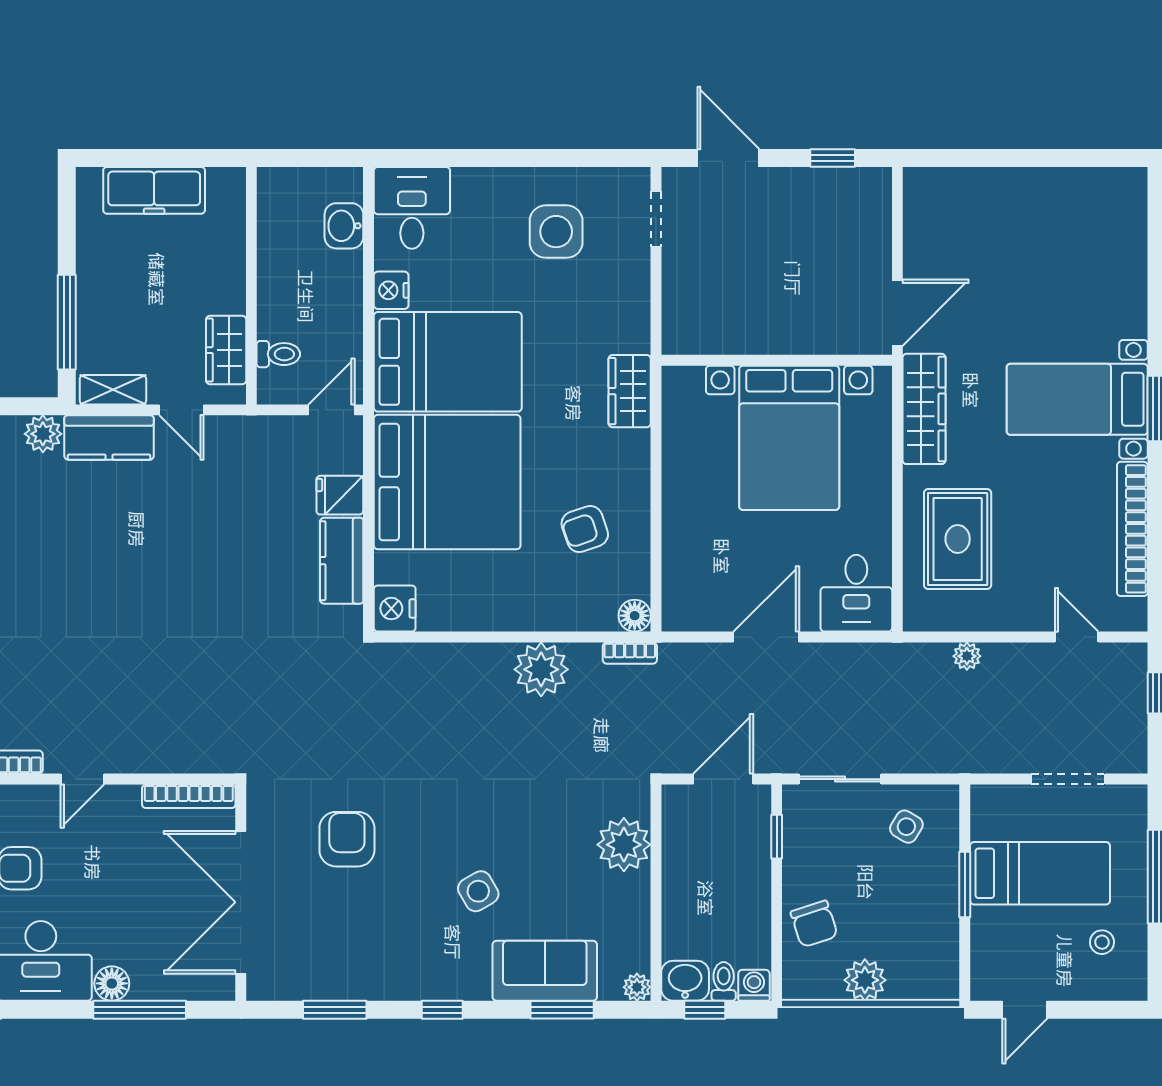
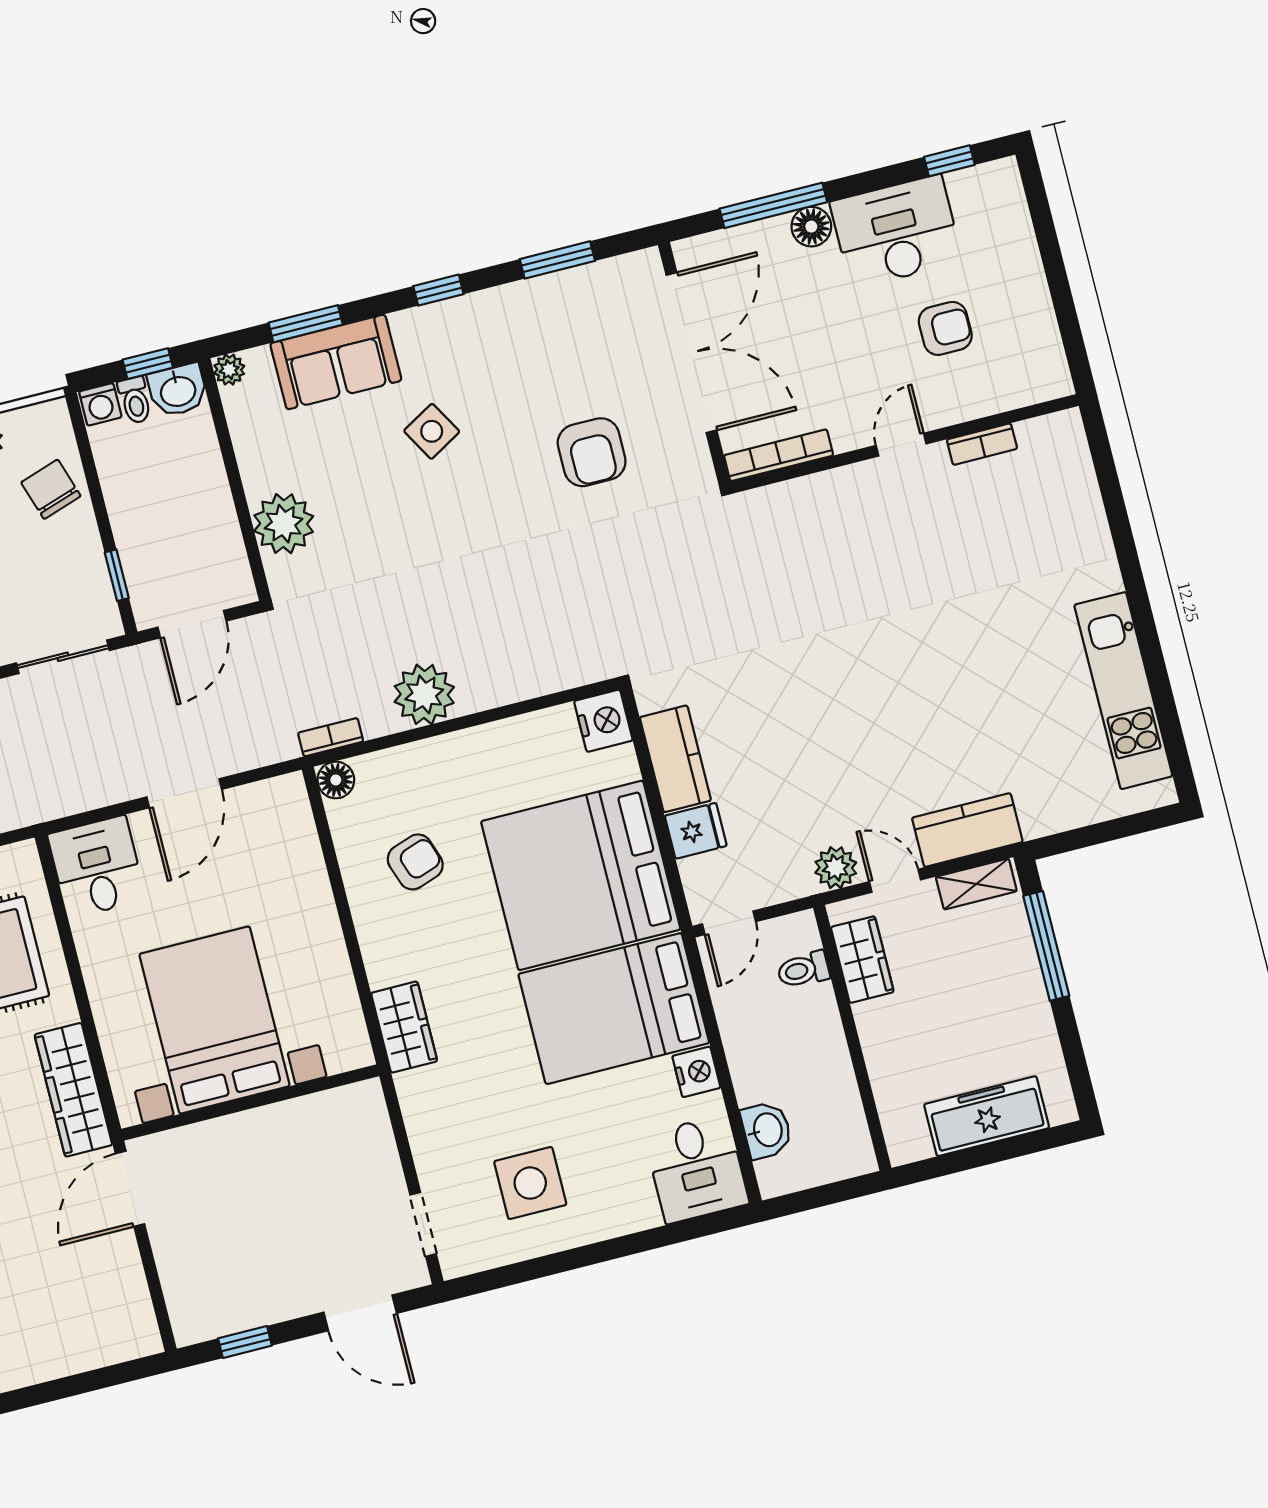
plant: (43, 434) -> (836, 868), moved

